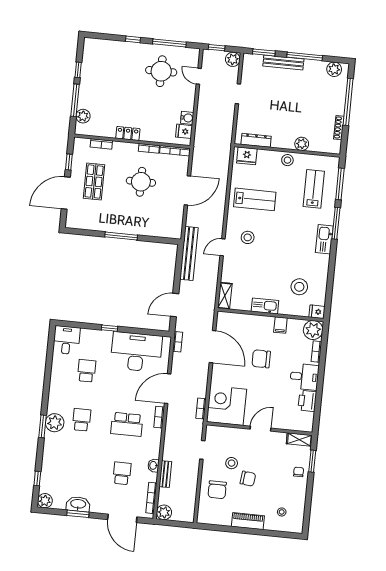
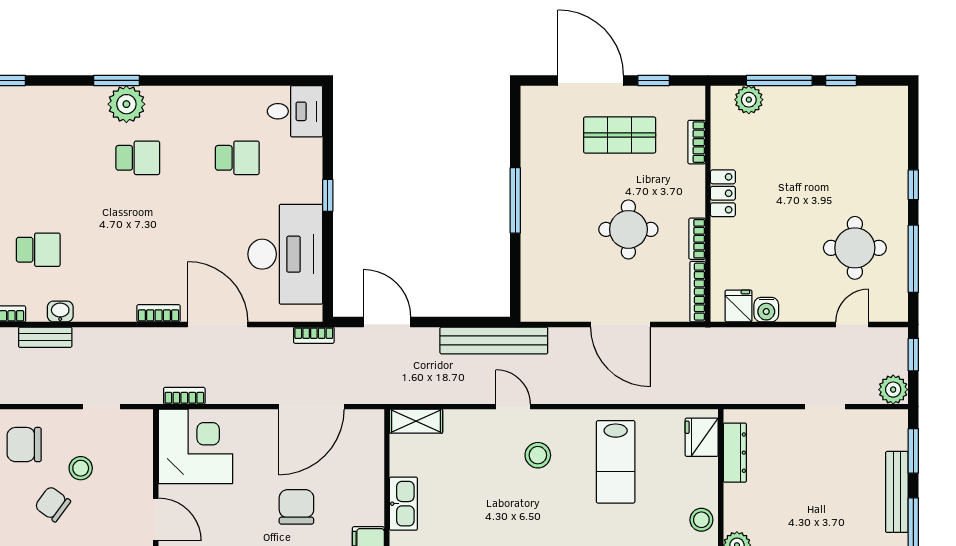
school desk: (127, 424) -> (138, 250), removed
chair: (248, 479) -> (53, 504), turned 119

